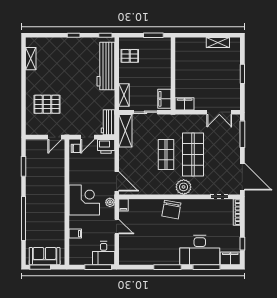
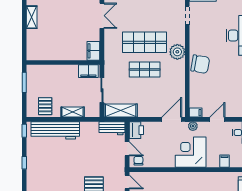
shelving: (124, 95) -> (73, 112), moved

